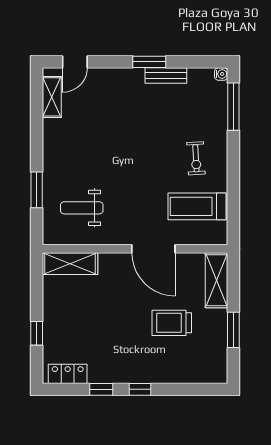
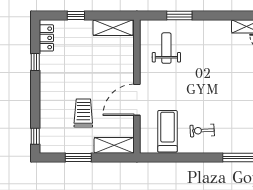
shelving: (70, 264) -> (113, 28), moved, turned 90
window: (140, 389) -> (35, 136), moved

